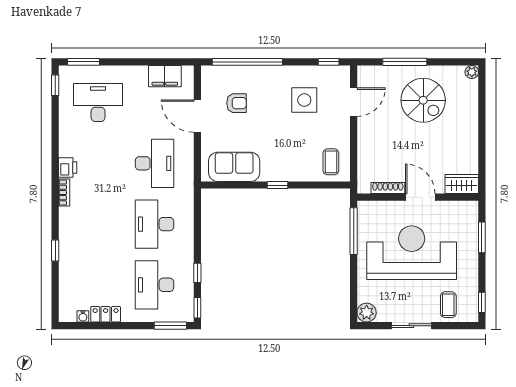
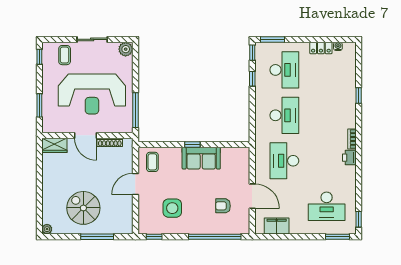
door: (354, 102) -> (135, 184), moved
sofa: (234, 167) -> (201, 158), moved

